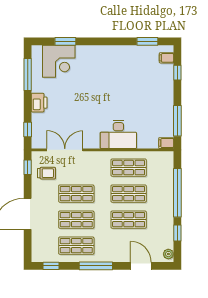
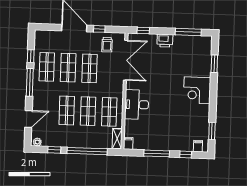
corner desk: (59, 61) -> (197, 90), moved
window: (177, 121) -> (157, 153), moved
double door: (65, 150) -> (126, 60), width x1.36
shelving: (161, 157) -> (117, 139), added
window: (28, 167) -> (99, 29), moved
window: (51, 266) -> (31, 56), moved

